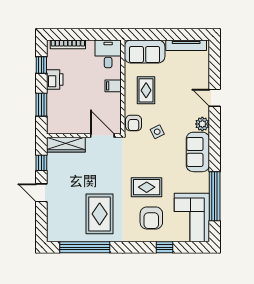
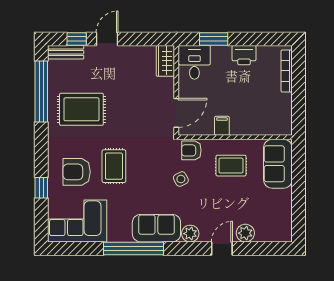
tv unit: (186, 45) -> (285, 214), removed
desk: (108, 54) -> (194, 62), moved, turned -90
window: (41, 65) -> (262, 39), removed
plant: (202, 78) -> (245, 233), added
filing cabinet: (113, 86) -> (222, 126), moved
wardrobe: (66, 145) -> (165, 61), width x0.67
window: (41, 163) -> (77, 39), moved
window: (215, 196) -> (133, 248), moved
bench: (52, 227) -> (66, 52), added

